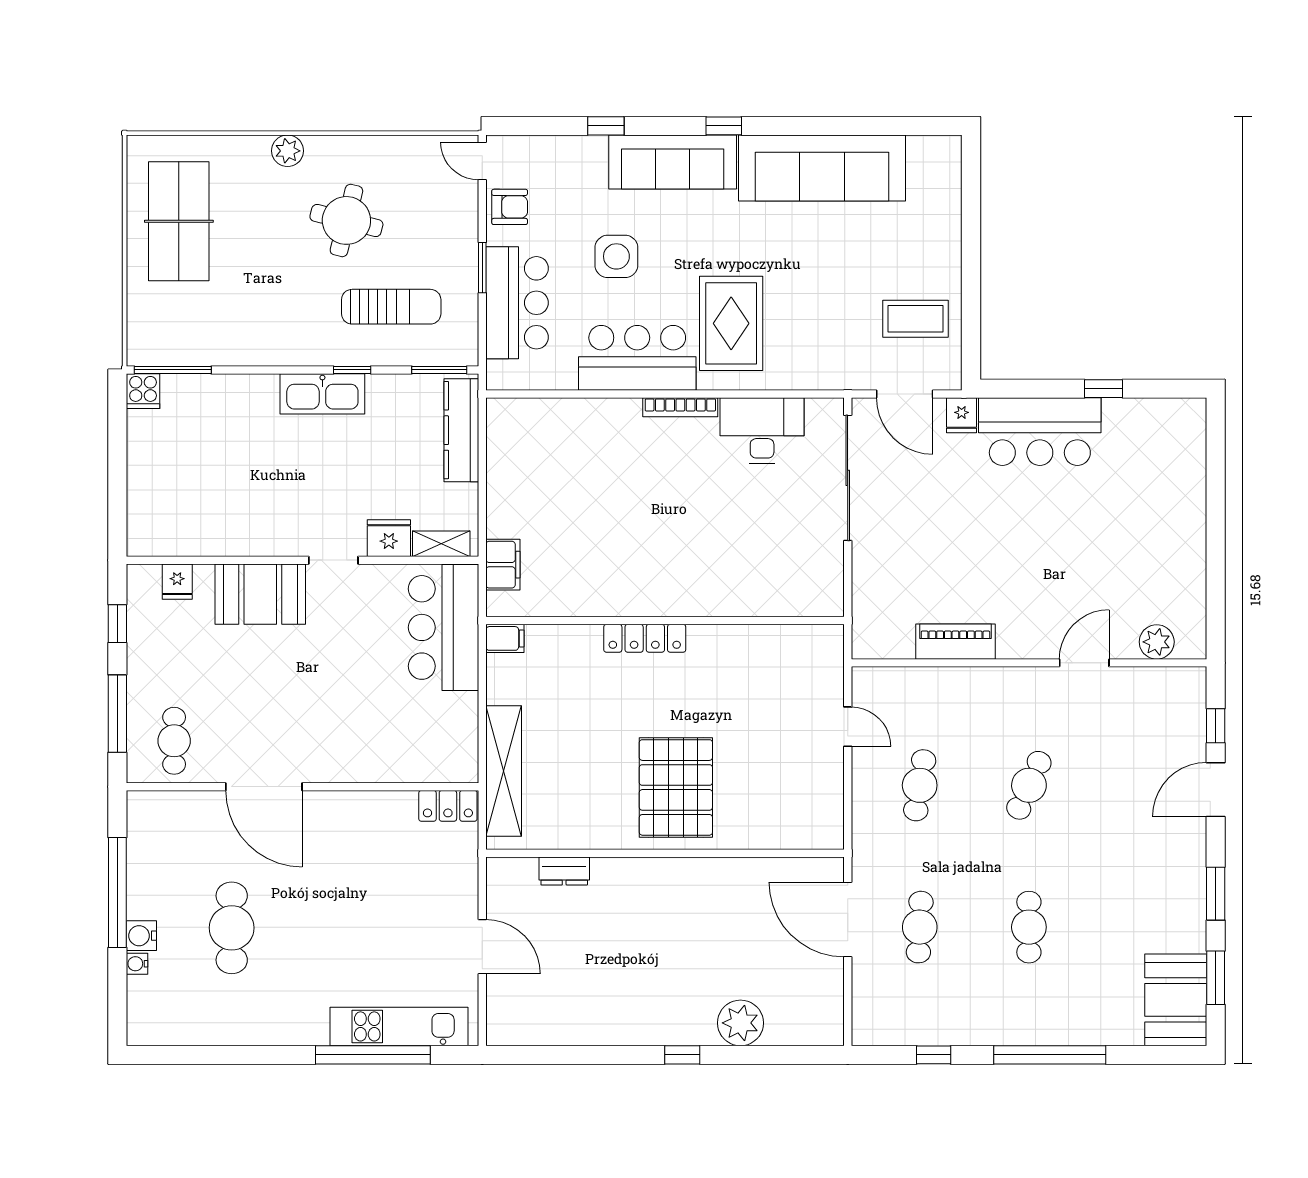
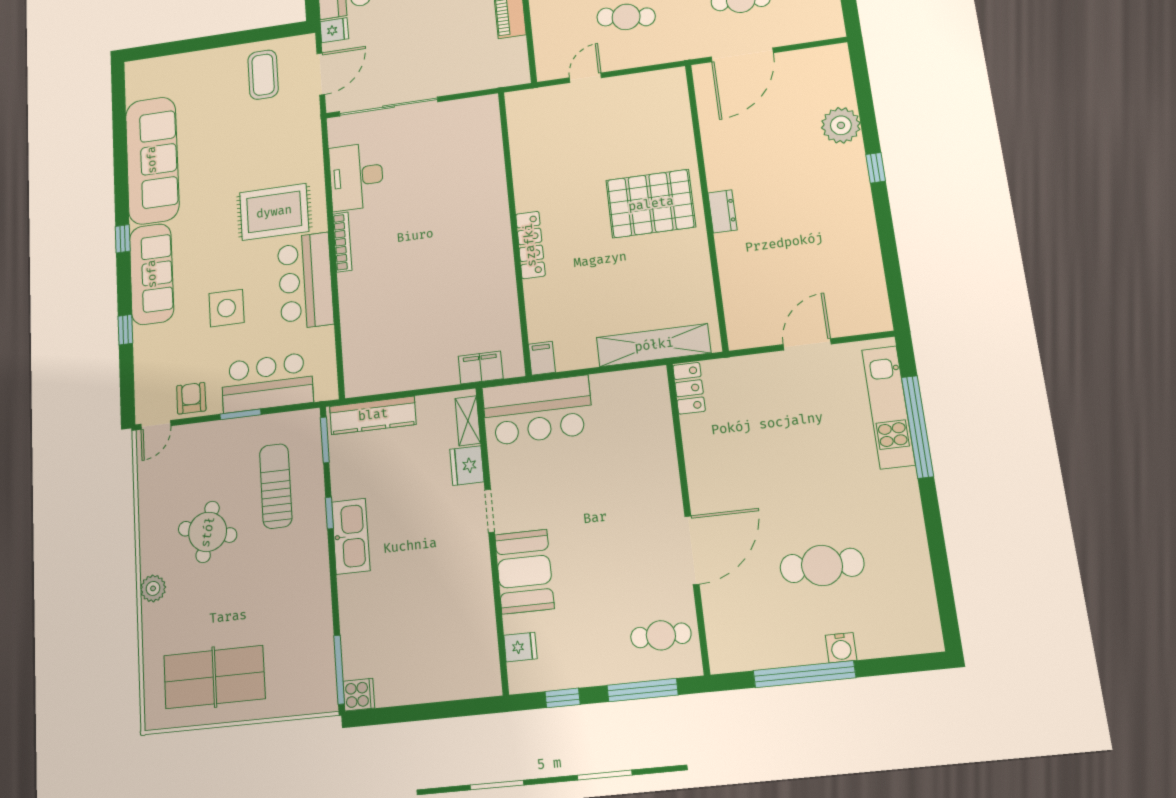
dresser: (564, 871) -> (723, 211), moved
water cooler: (137, 964) -> (867, 649), removed

